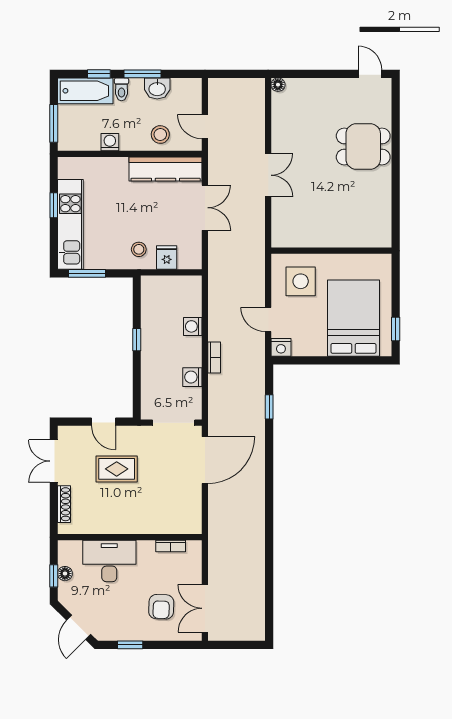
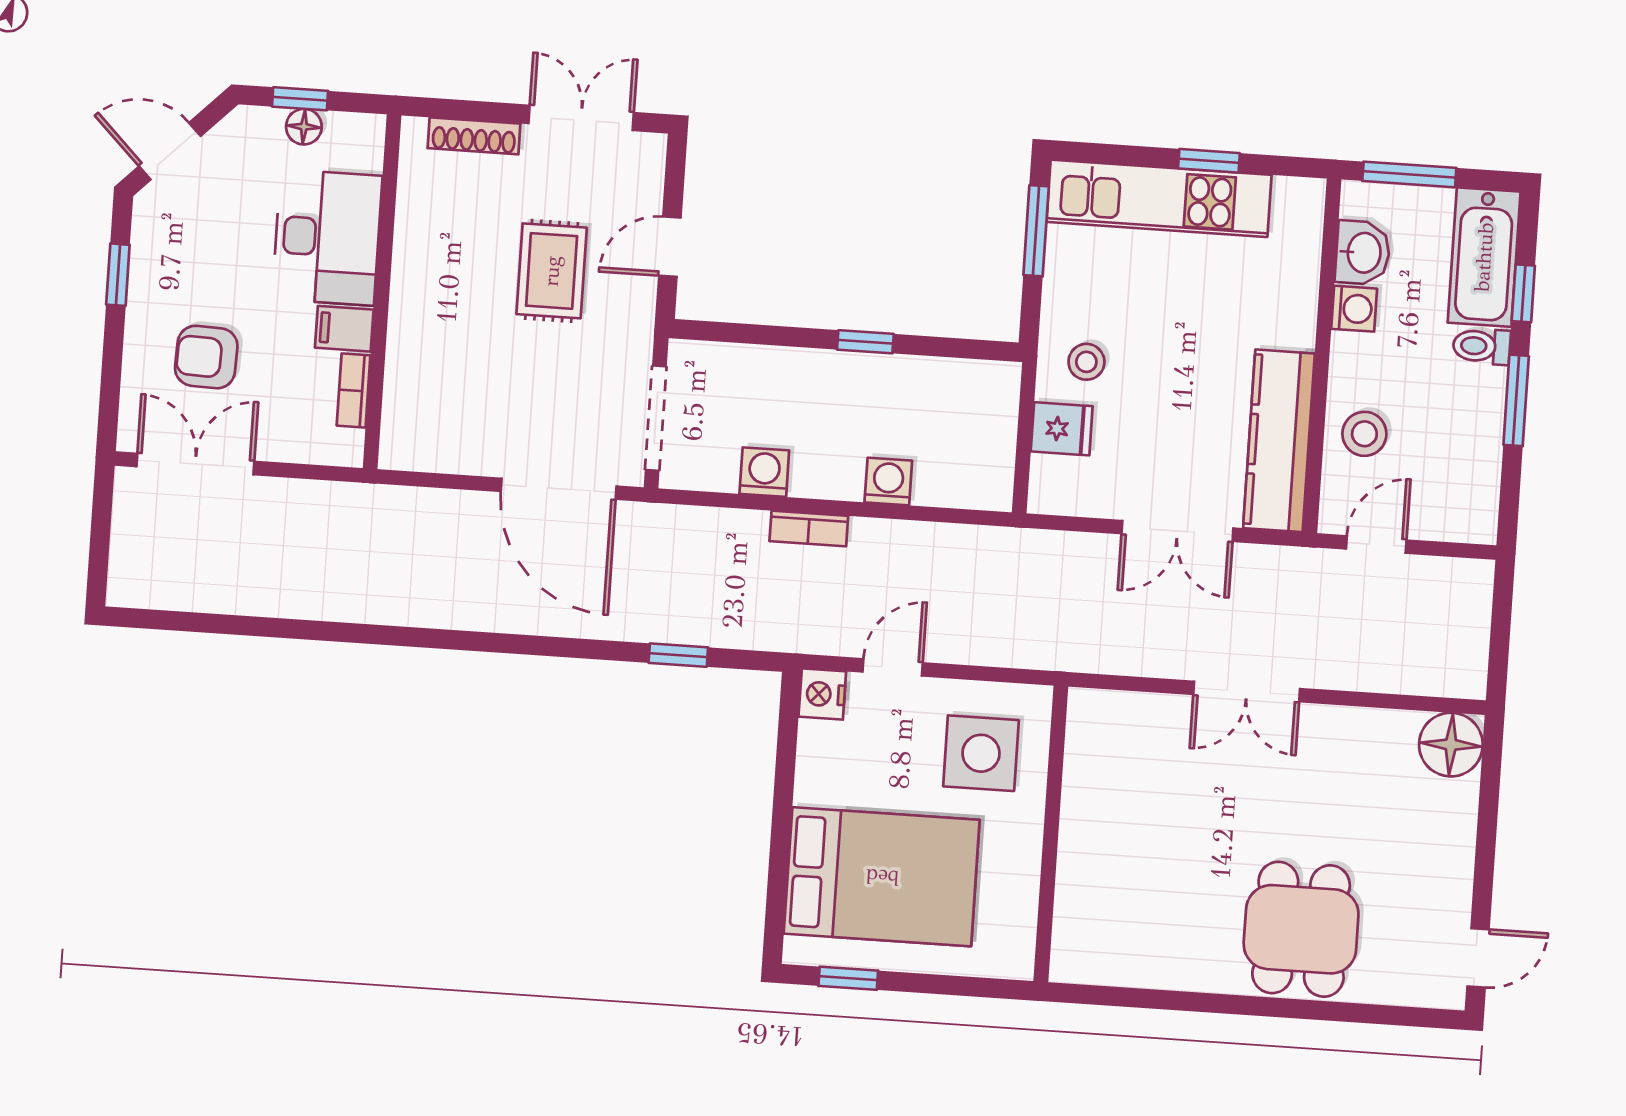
floor lamp: (278, 85) -> (1451, 745), width x1.89, depth x1.89
washbasin: (157, 88) -> (1363, 253), moved, turned 180
filing cabinet: (146, 552) -> (344, 329), added

